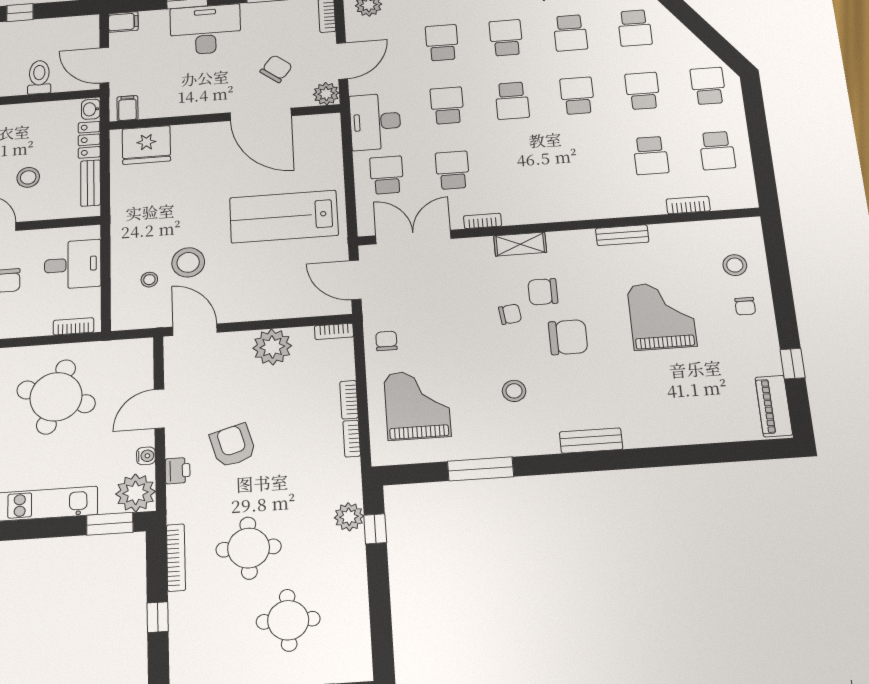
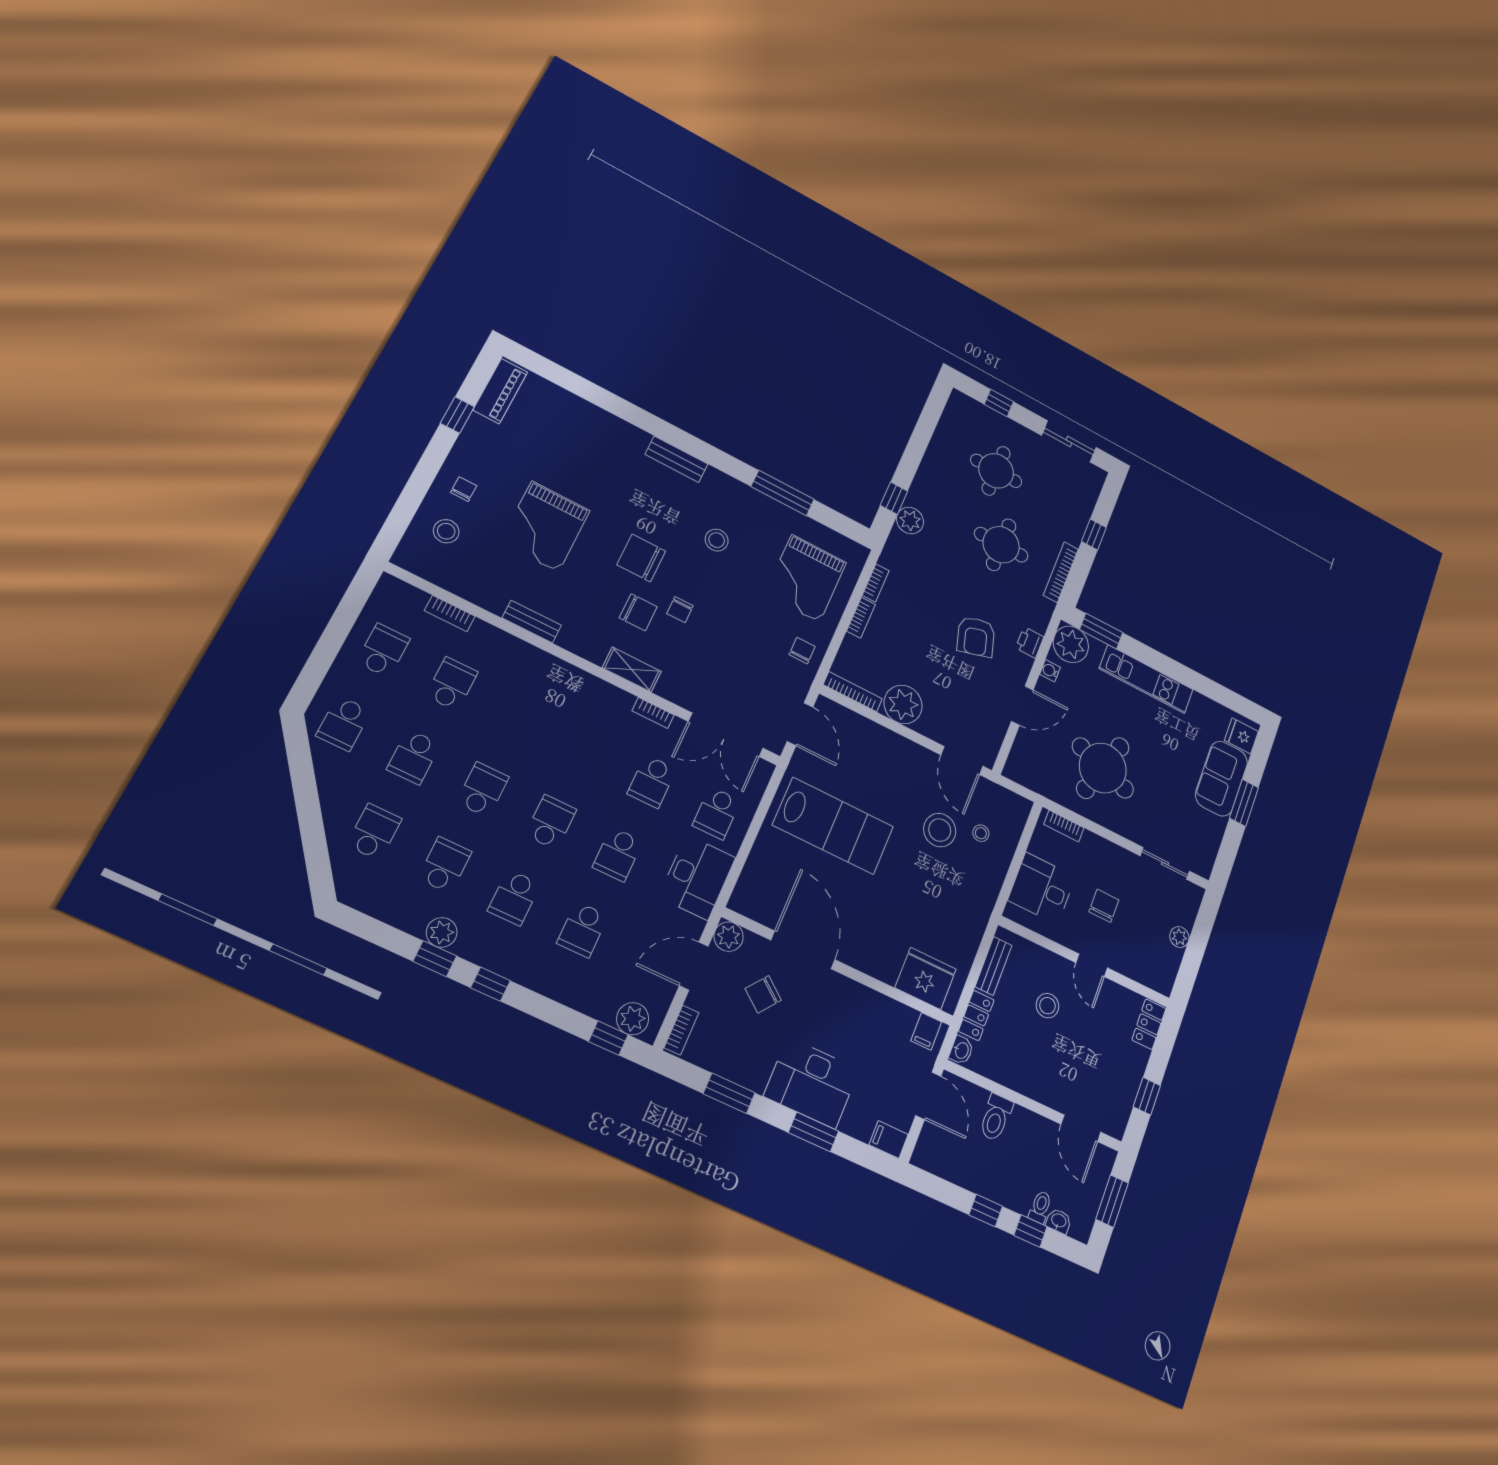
school desk: (577, 96) -> (483, 790), turned 180
chair: (510, 314) -> (680, 610), turned -83
bookcase: (334, 331) -> (853, 692), width x1.56
chair: (386, 341) -> (802, 651), turned 180

